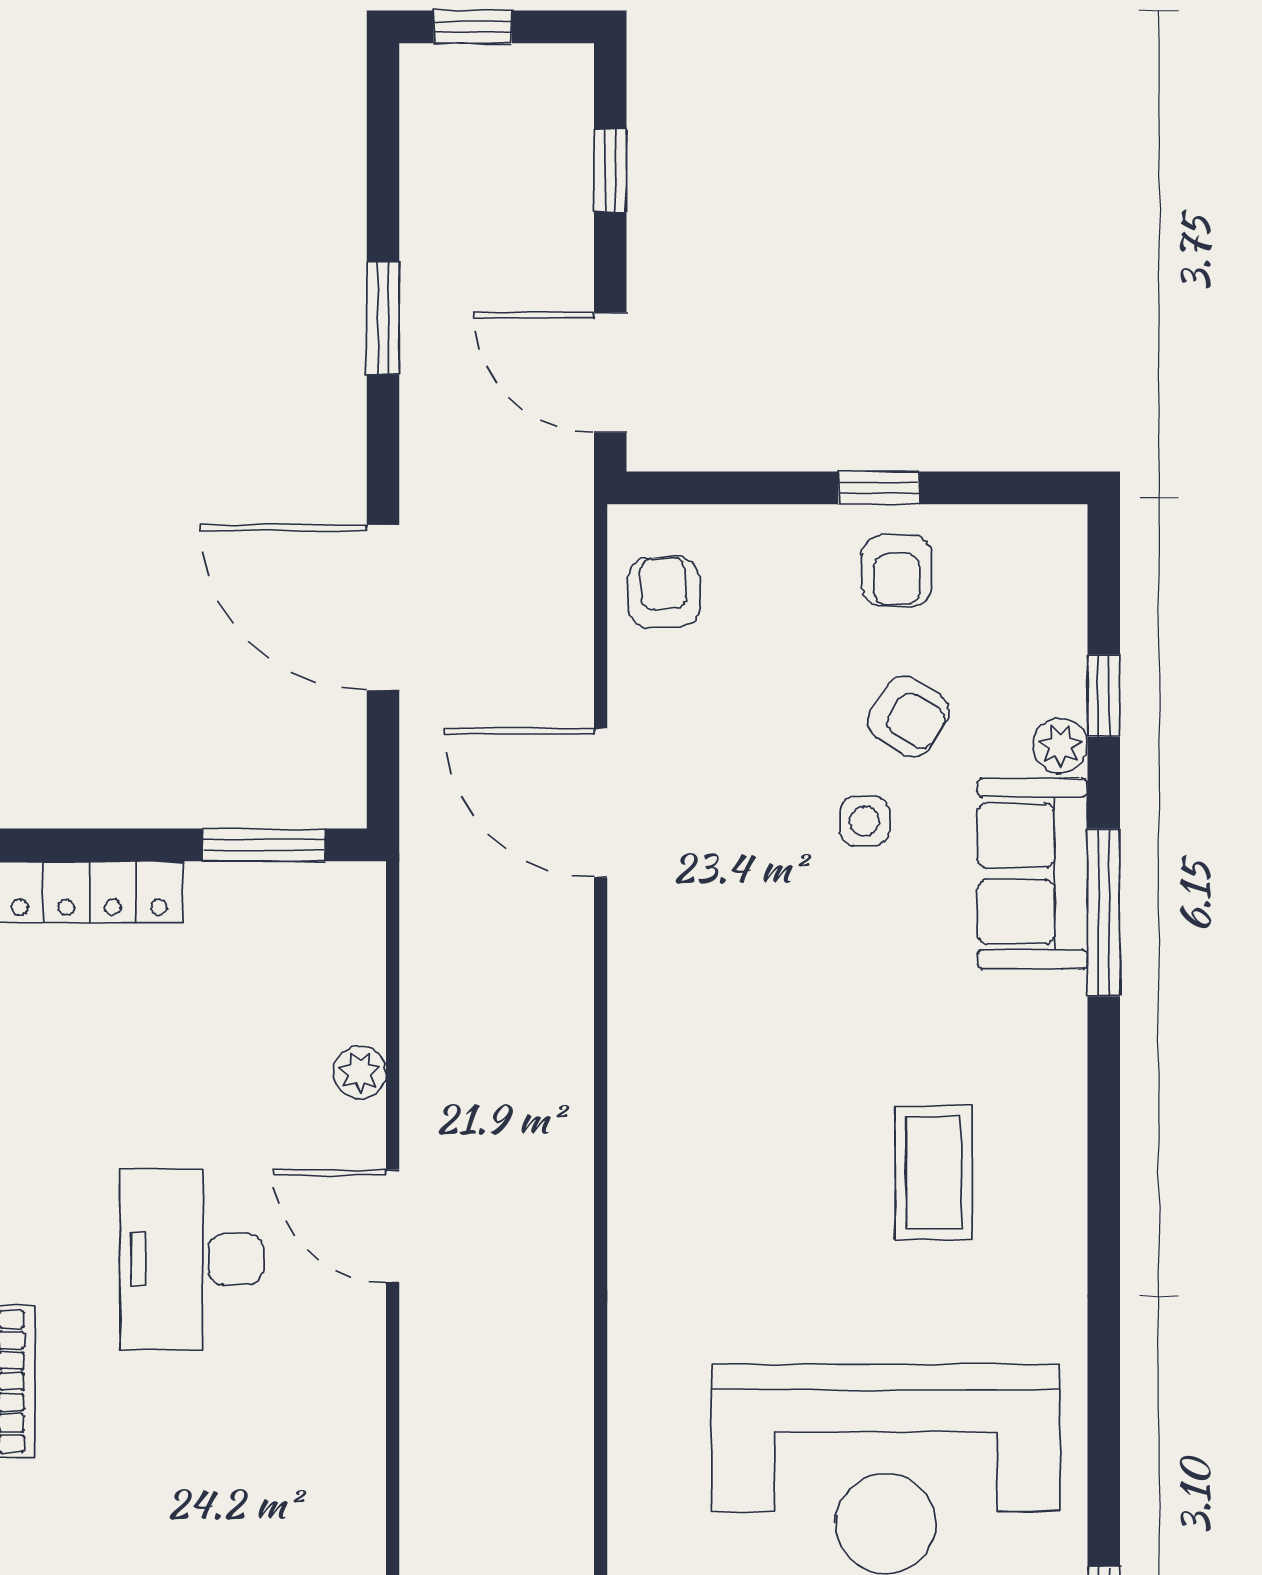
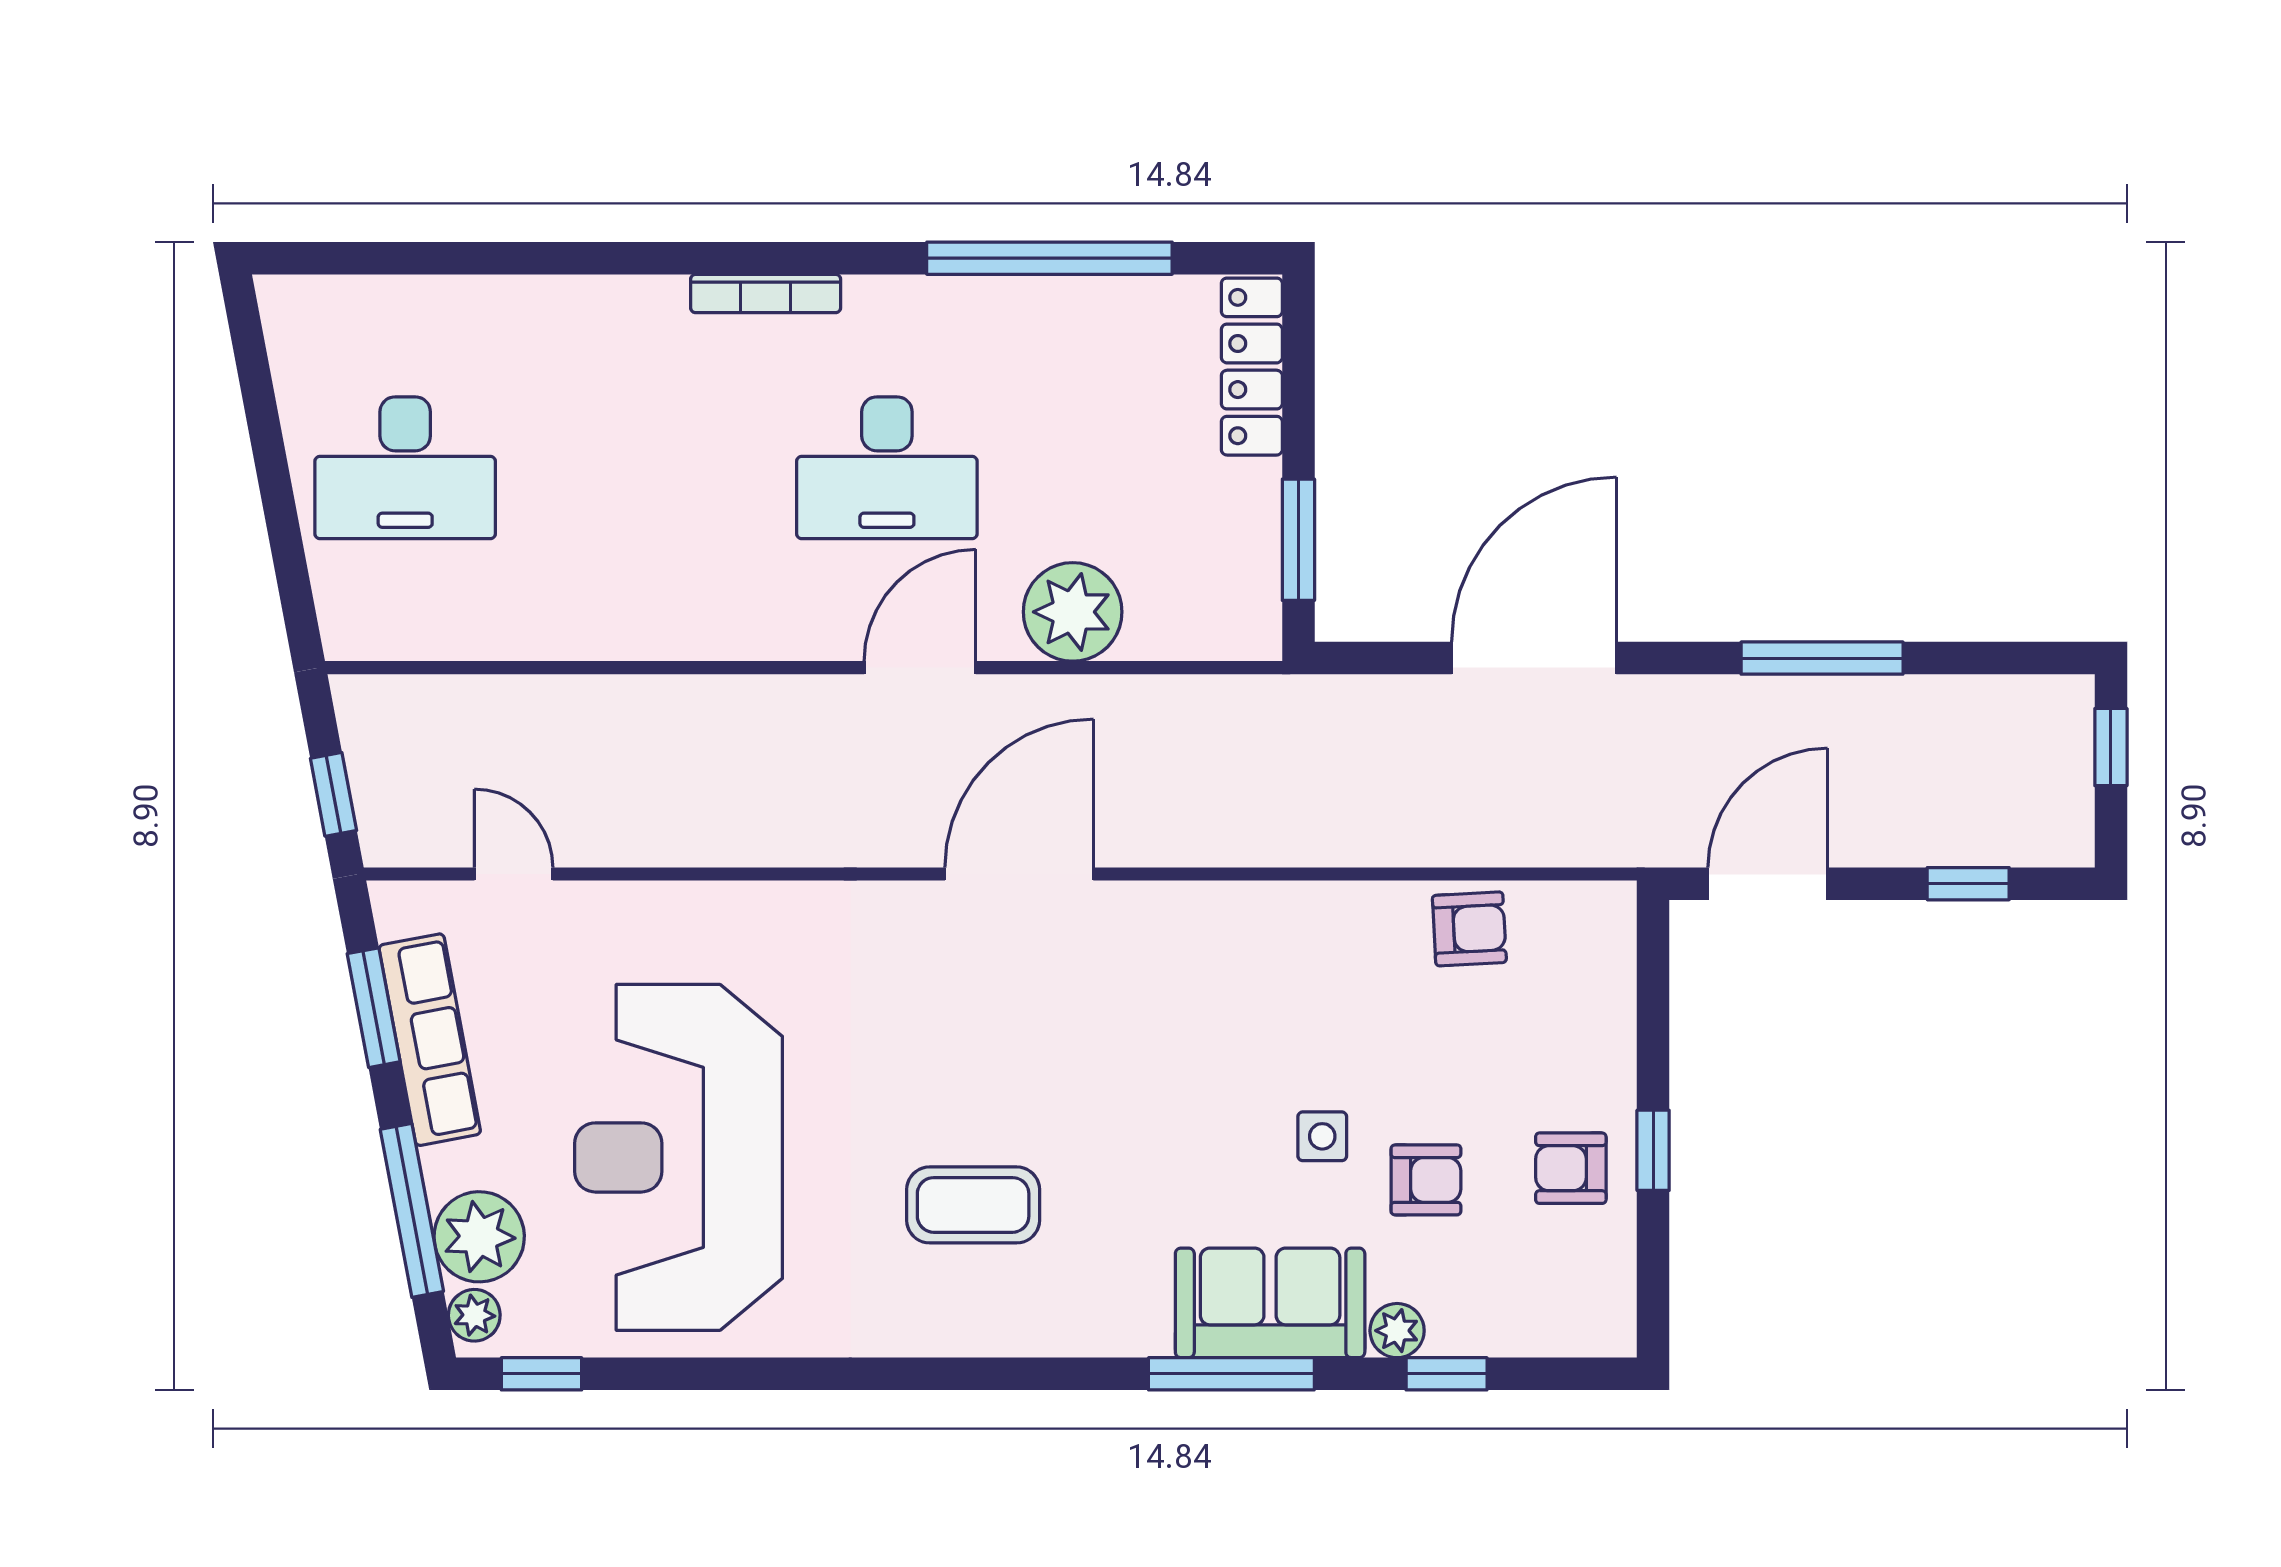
window: (383, 318) -> (1822, 658), width x1.44
armchair: (664, 592) -> (1469, 929), moved
armchair: (909, 717) -> (1426, 1180), turned -122
door: (601, 803) -> (1019, 874), moved
plant: (360, 1072) -> (1073, 612), width x1.88, depth x1.88
desk: (191, 1259) -> (887, 468), turned 180

